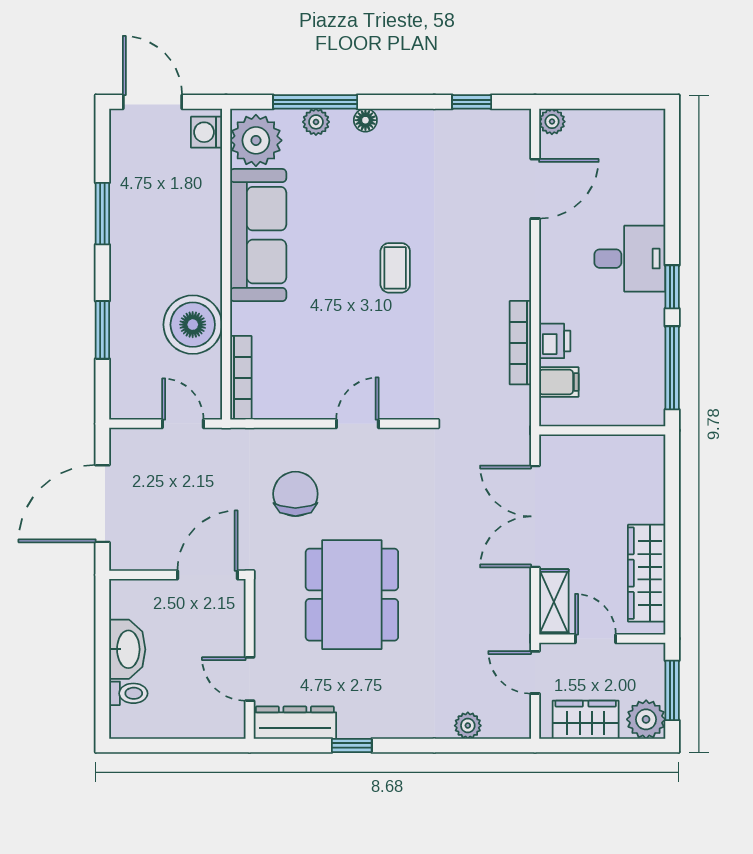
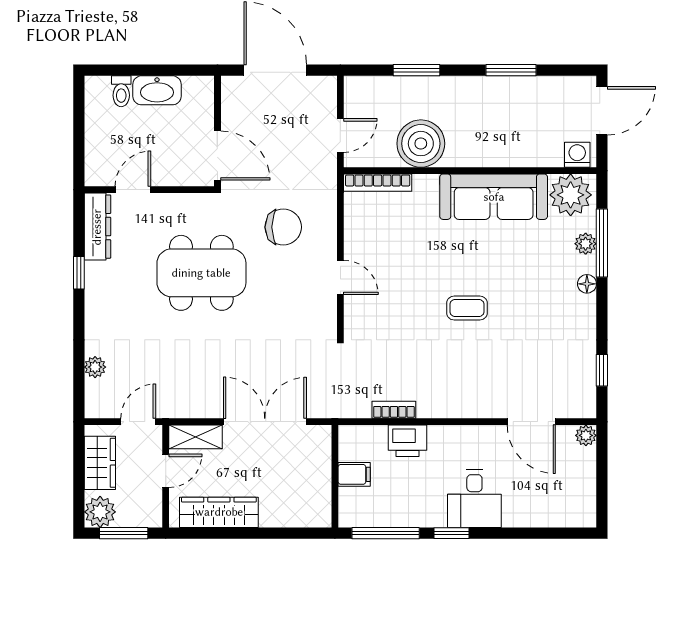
printer: (555, 341) -> (408, 441), width x1.36, depth x1.24
bookcase: (520, 343) -> (394, 410), width x0.64
filing cabinet: (559, 382) -> (354, 474), moved, turned -90

